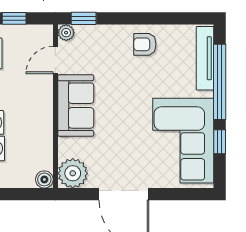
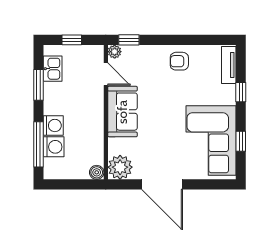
tv unit: (205, 58) -> (229, 65), width x0.71
door: (55, 60) -> (106, 74), swing flipped
window: (220, 82) -> (241, 92), width x0.32

